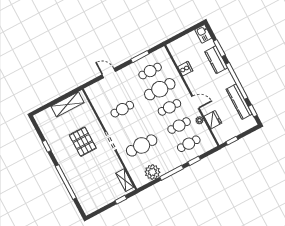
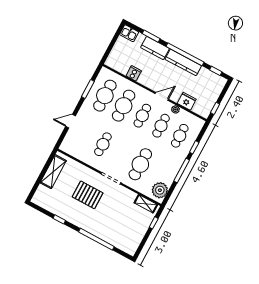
cafe table: (150, 71) -> (105, 96), width x1.37, depth x1.35
kitchen counter: (239, 102) -> (183, 62), moved
plant: (152, 172) -> (160, 190), moved

